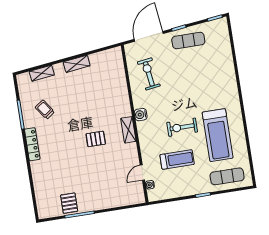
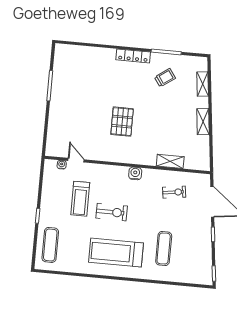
exercise mat: (188, 41) -> (164, 248), moved
exercise bike: (149, 74) -> (174, 192), width x0.73, depth x0.72
exercise bike: (182, 127) -> (112, 212), turned 90
shelving: (128, 130) -> (170, 161), moved
treadmill: (218, 135) -> (116, 253), moved
pallet: (96, 139) -> (122, 122), width x1.50, depth x1.42
pallet: (69, 203) -> (64, 78), removed

